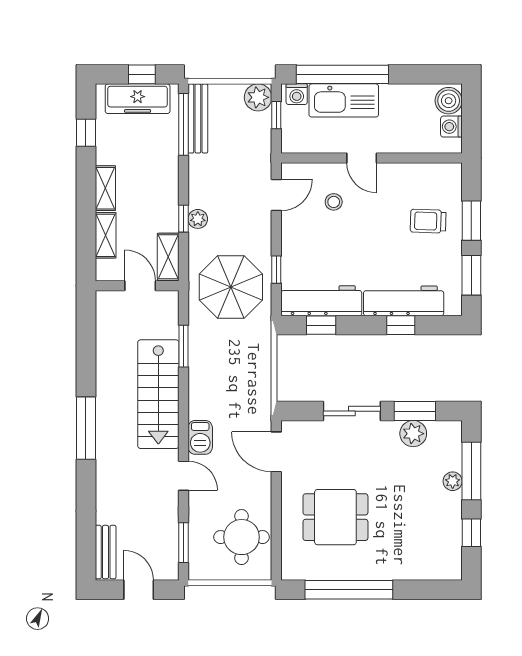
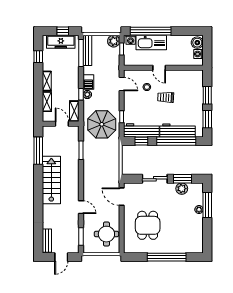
door: (276, 195) -> (122, 84), hinge flipped
trolley: (428, 221) -> (166, 97), moved
window: (401, 325) -> (176, 141), width x3.17
stairs: (158, 394) -> (51, 180), moved, turned 180
window: (86, 428) -> (38, 151), moved
barbecue: (200, 437) -> (88, 82), moved
dining table: (335, 517) -> (148, 225), turned 90
window: (471, 533) -> (207, 232), removed
door: (139, 590) -> (61, 257), swing flipped
window: (349, 590) -> (167, 257), moved

